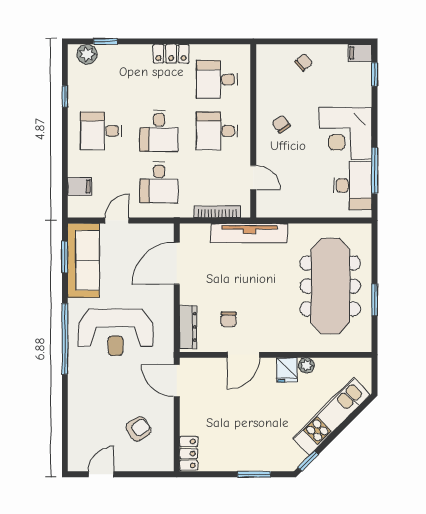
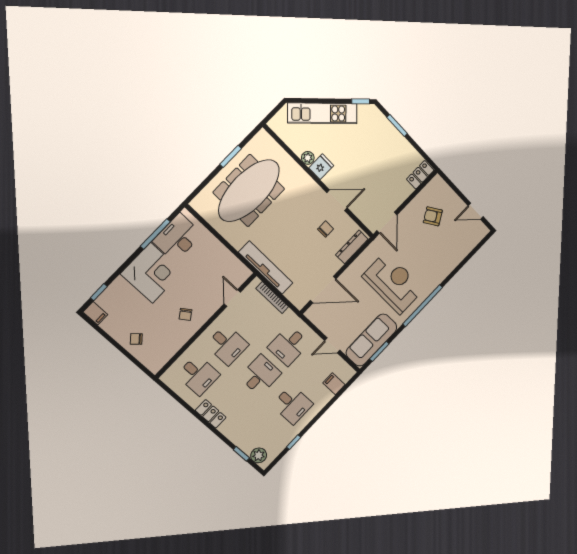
desk: (159, 182) -> (289, 345), turned 180

